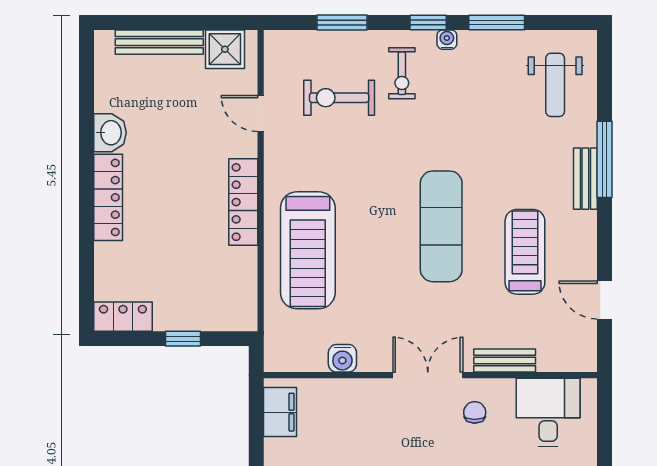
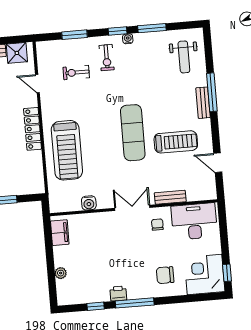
exercise bike: (339, 98) -> (76, 72), width x0.73, depth x0.72
treadmill: (525, 252) -> (176, 142), turned 90
desk: (548, 412) -> (194, 221), width x1.37

